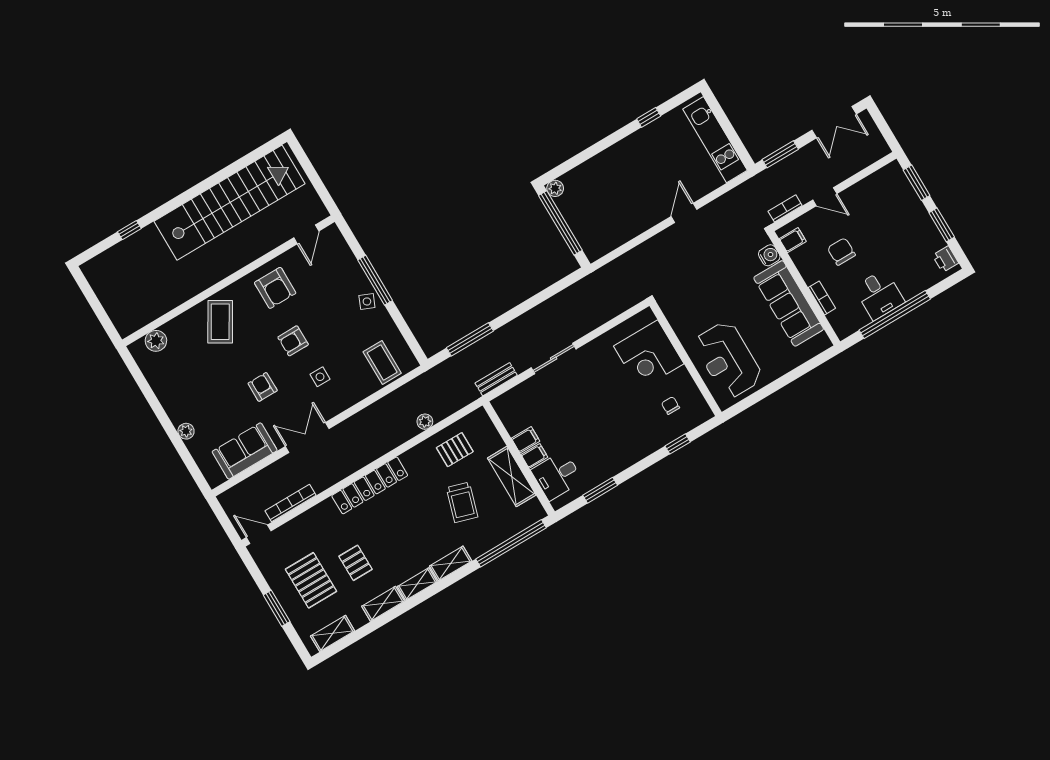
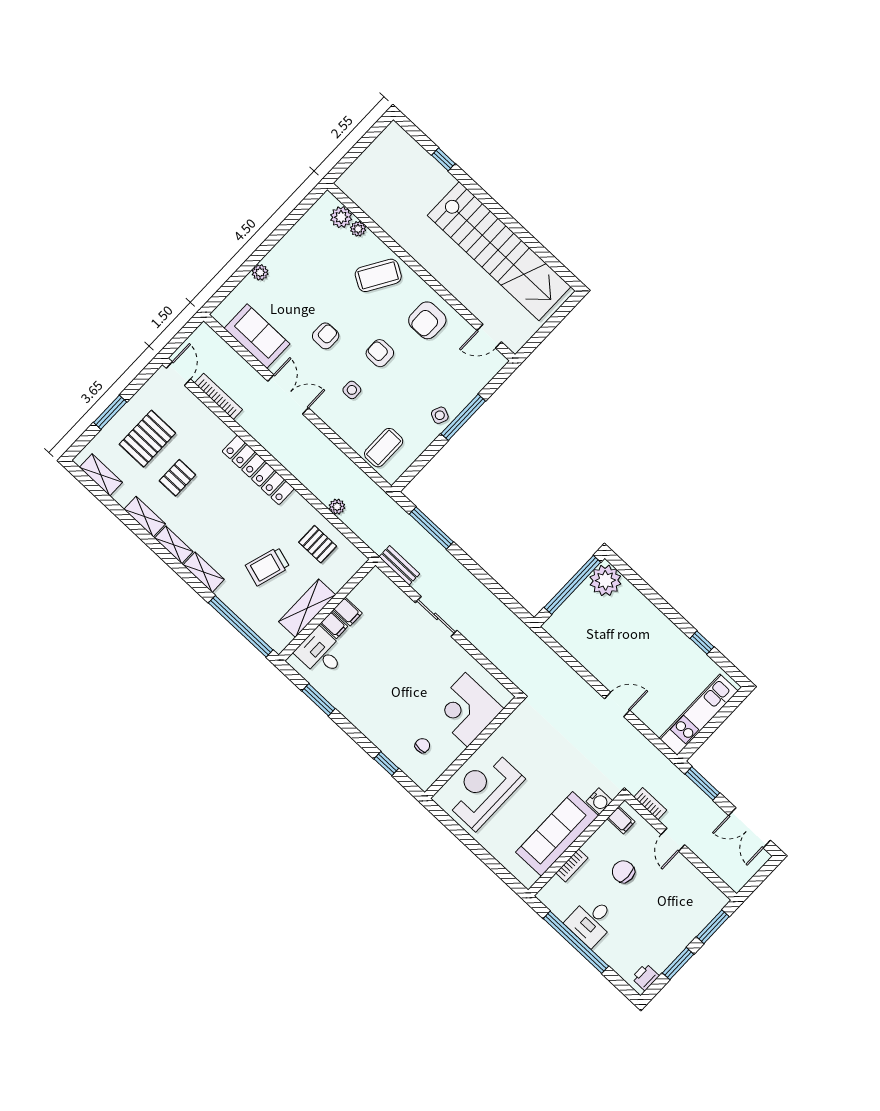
plant: (555, 188) -> (605, 580), width x1.87, depth x1.87
chair: (841, 252) -> (623, 872), turned -90
plant: (171, 328) -> (358, 229), added

